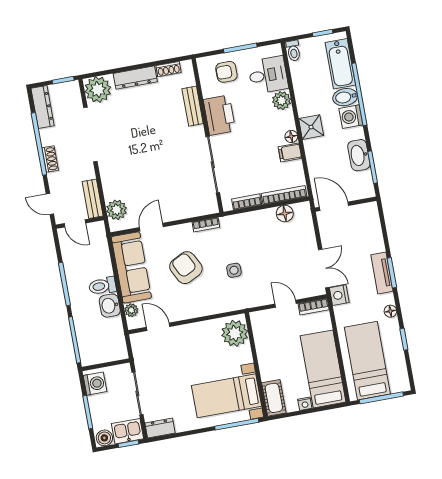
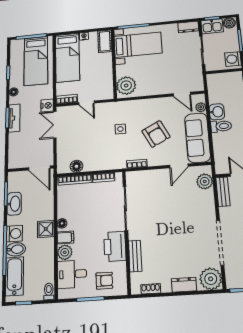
dresser: (135, 78) -> (184, 285), width x0.70
filing cabinet: (290, 152) -> (65, 237), moved

